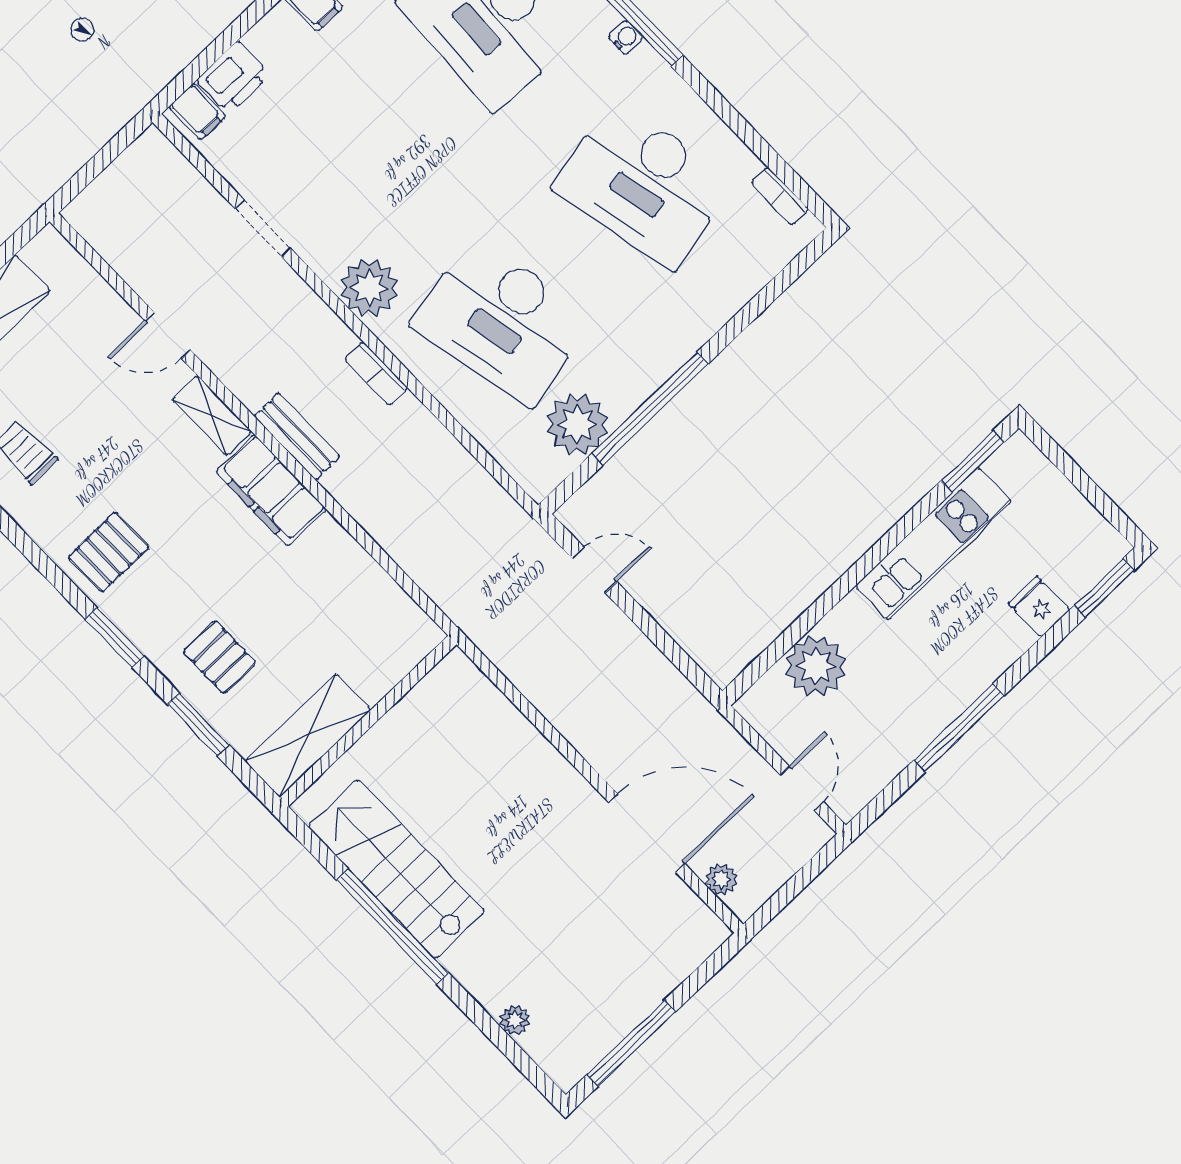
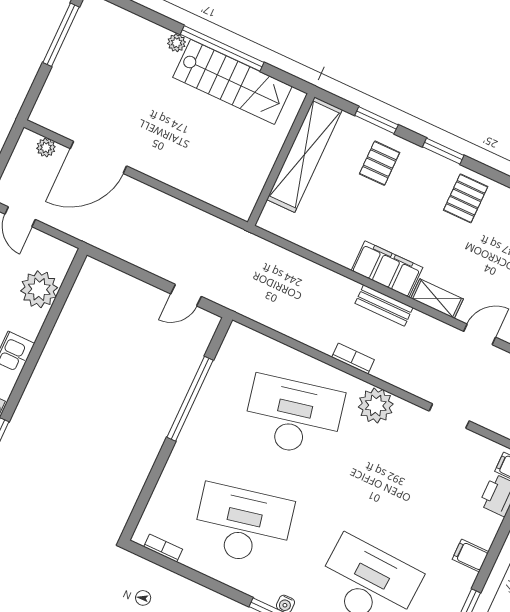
plant: (577, 424) -> (228, 374), removed
pallet: (219, 657) -> (380, 163), turned 90
shelving: (308, 735) -> (304, 155), width x1.47
plant: (515, 1020) -> (177, 43), moved

